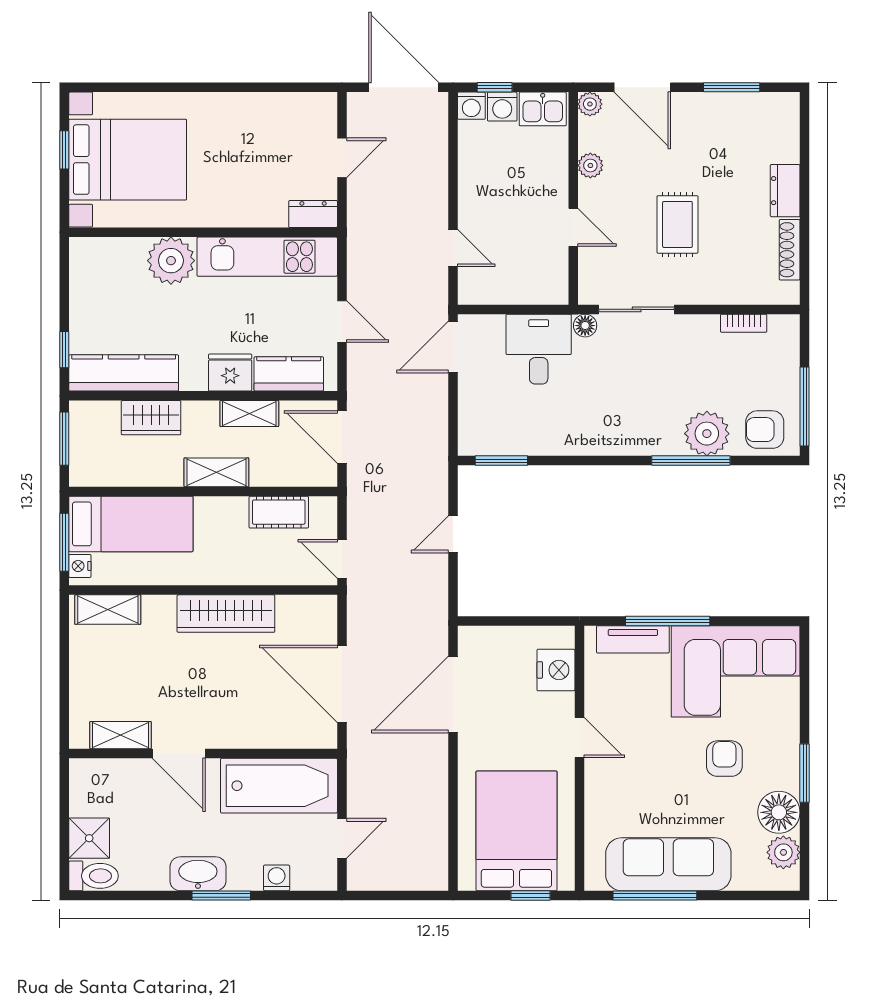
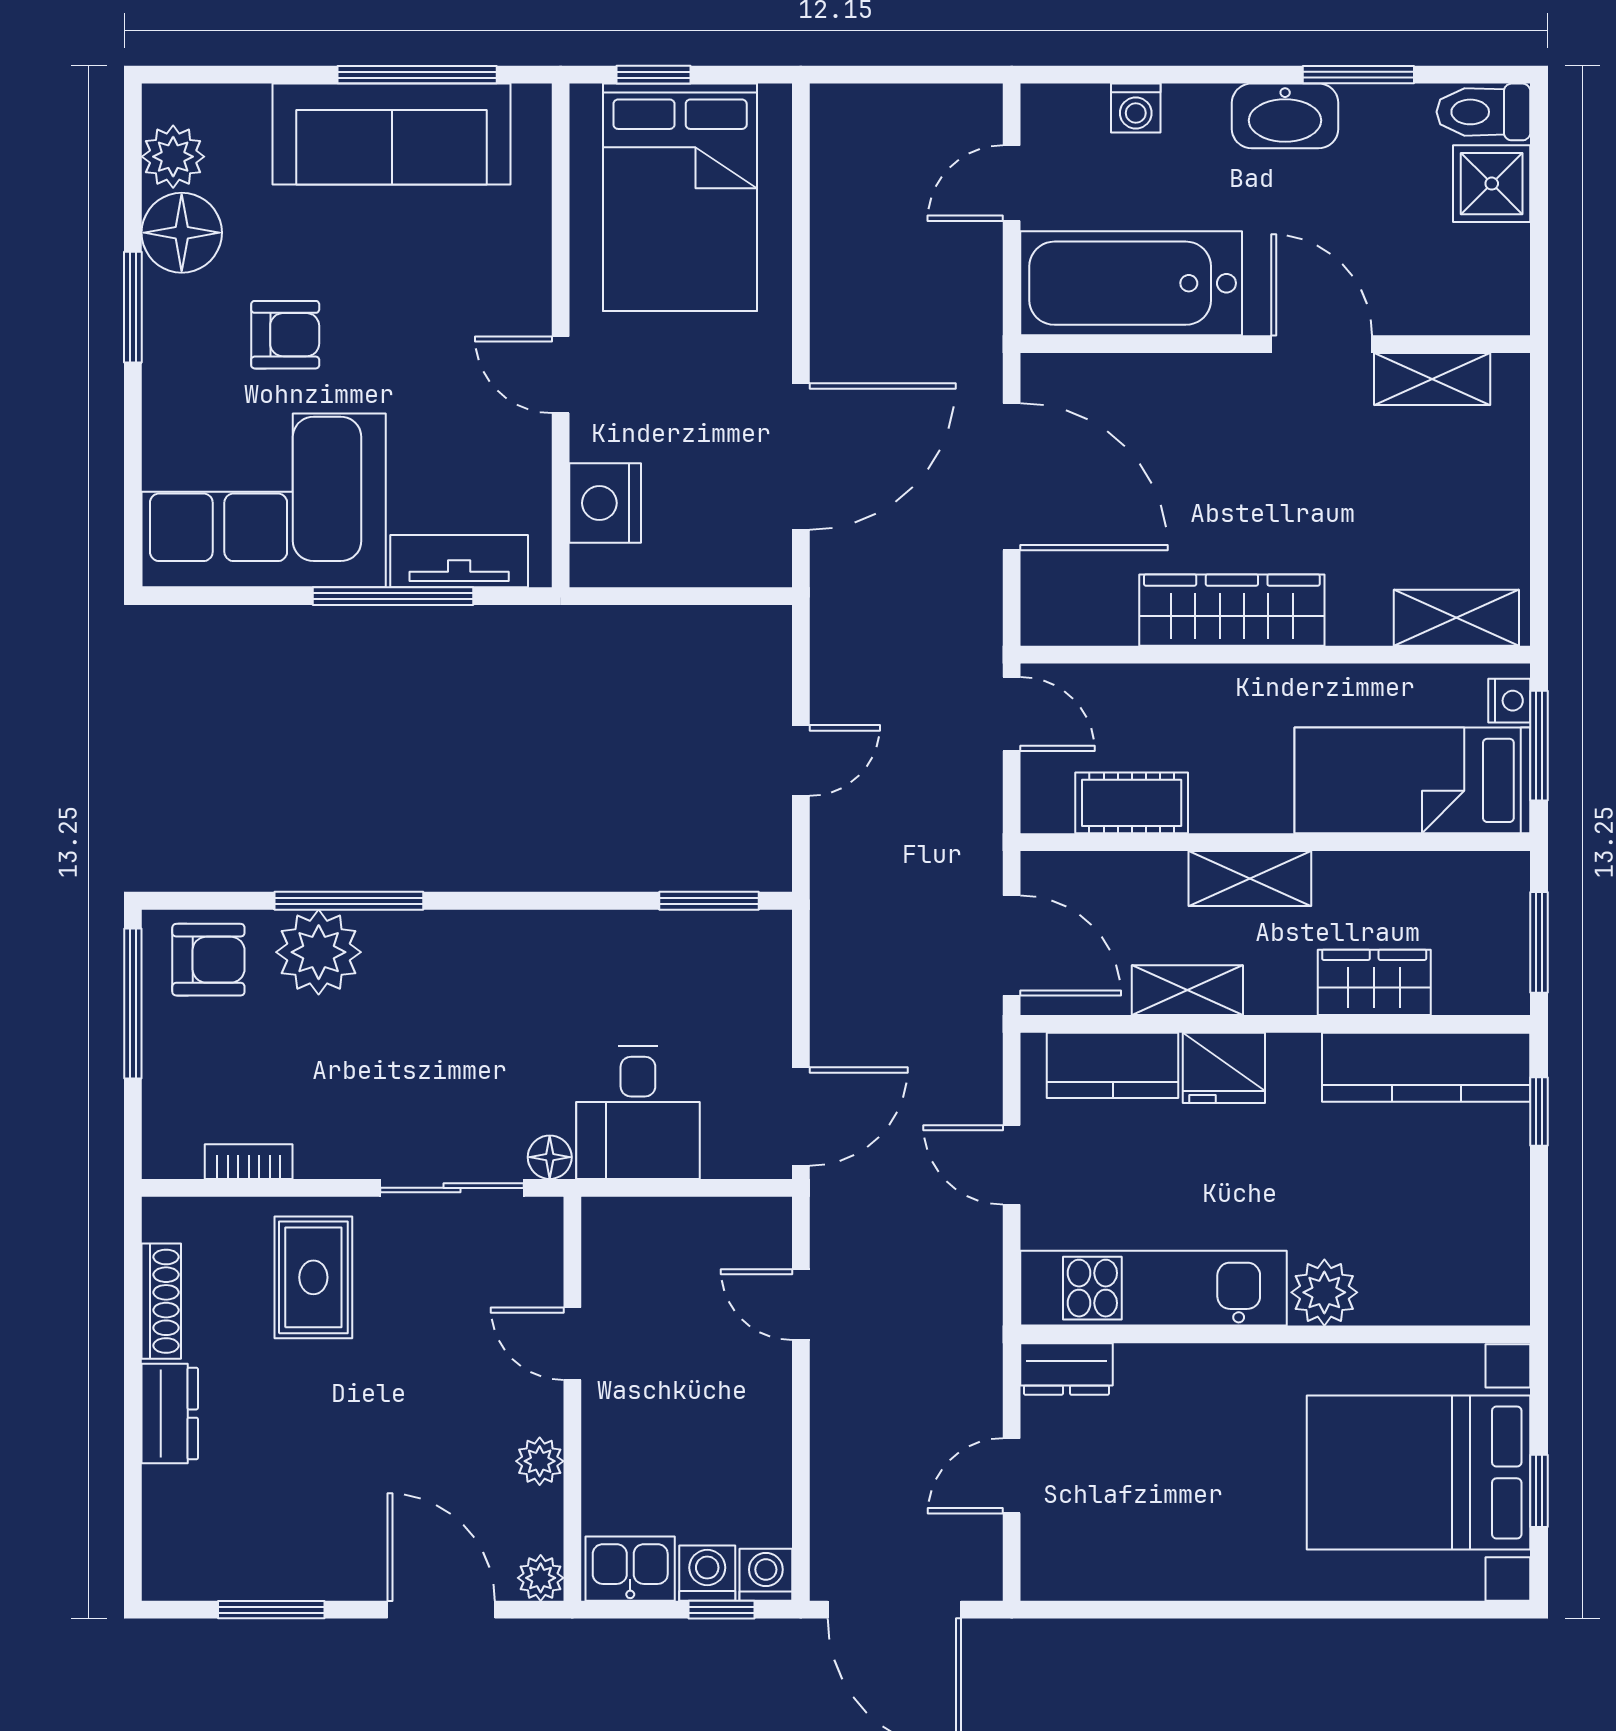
rug: (677, 224) -> (313, 1277), moved
plant: (171, 261) -> (1324, 1292), width x0.73, depth x0.73
armchair: (724, 759) -> (285, 335), turned -90
window: (221, 895) -> (1358, 75), moved

